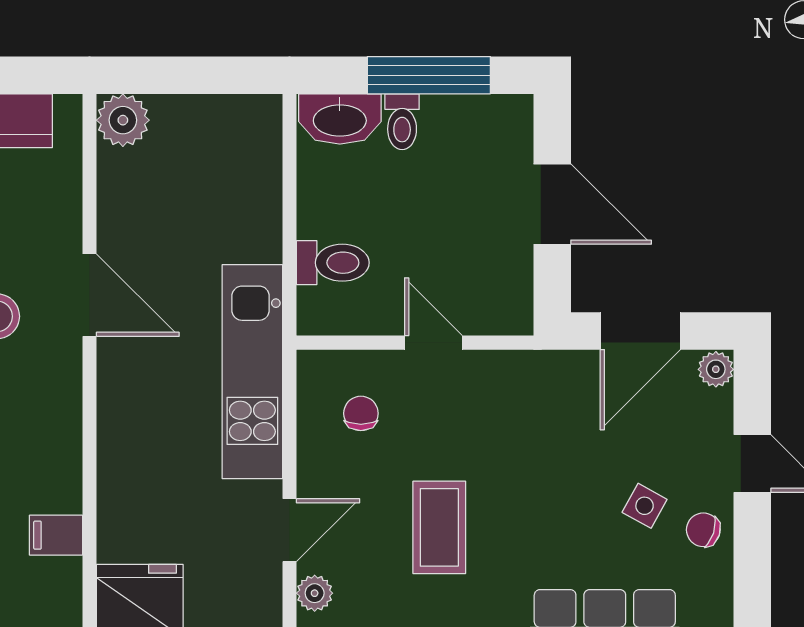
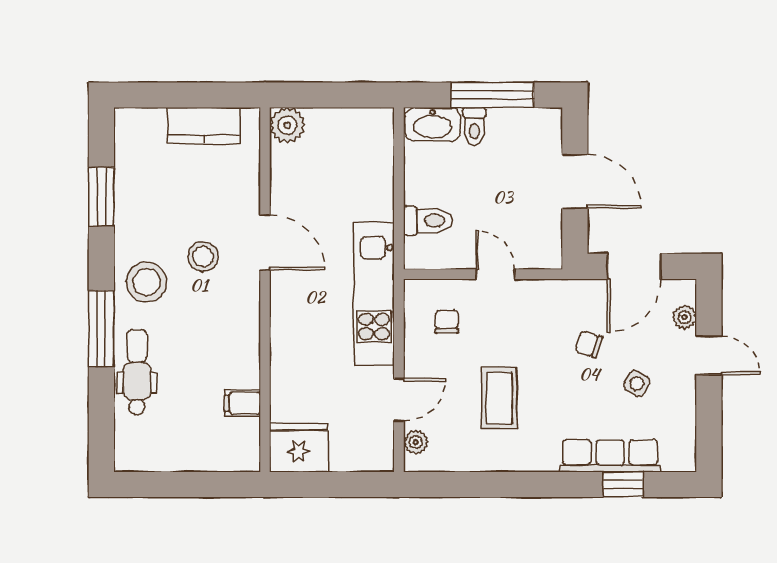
plant: (716, 369) -> (685, 317), moved
chair: (703, 530) -> (589, 344), moved

